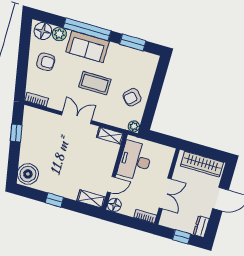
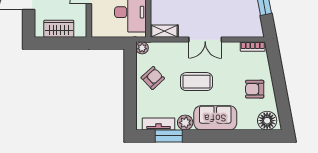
window: (87, 29) -> (221, 136), removed
plant: (59, 34) -> (185, 123), moved
tv unit: (139, 56) -> (159, 124), added
wardrobe: (202, 164) -> (59, 29), width x0.67

